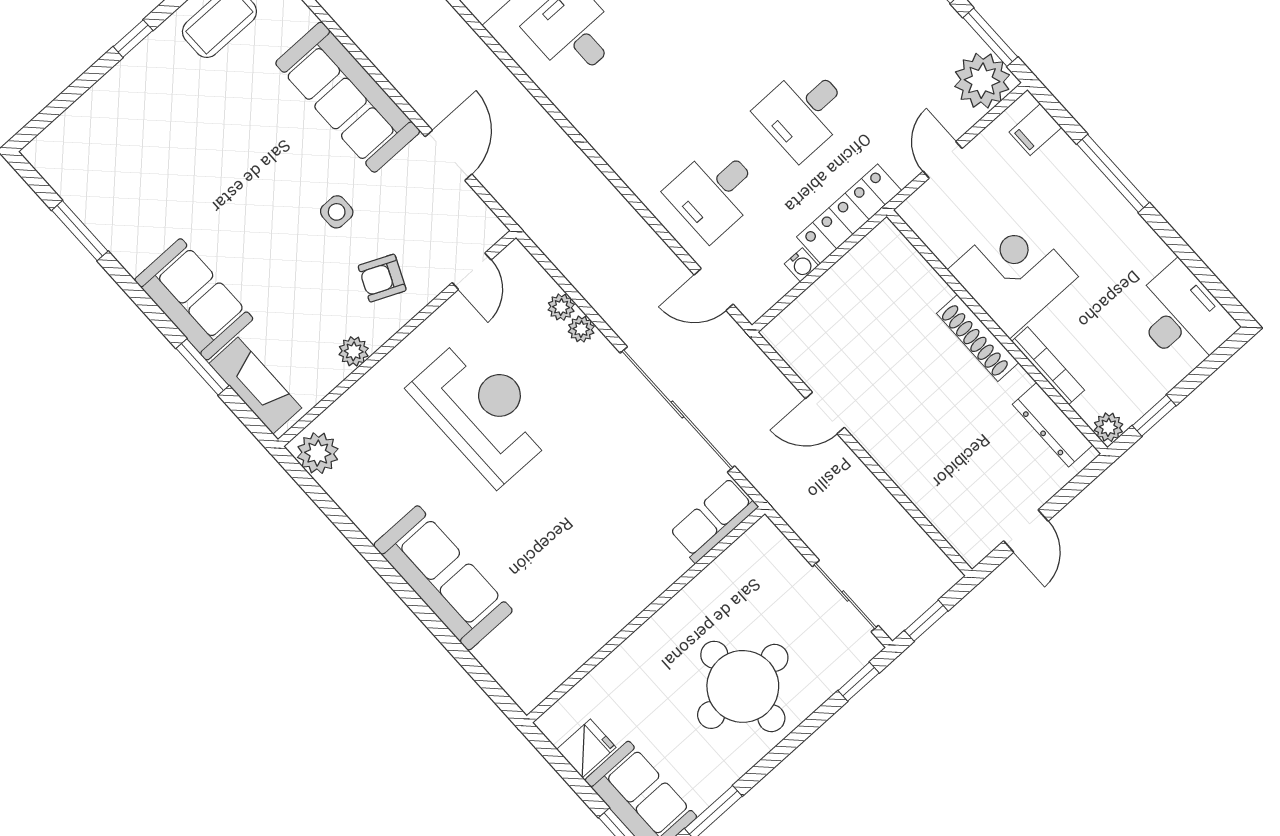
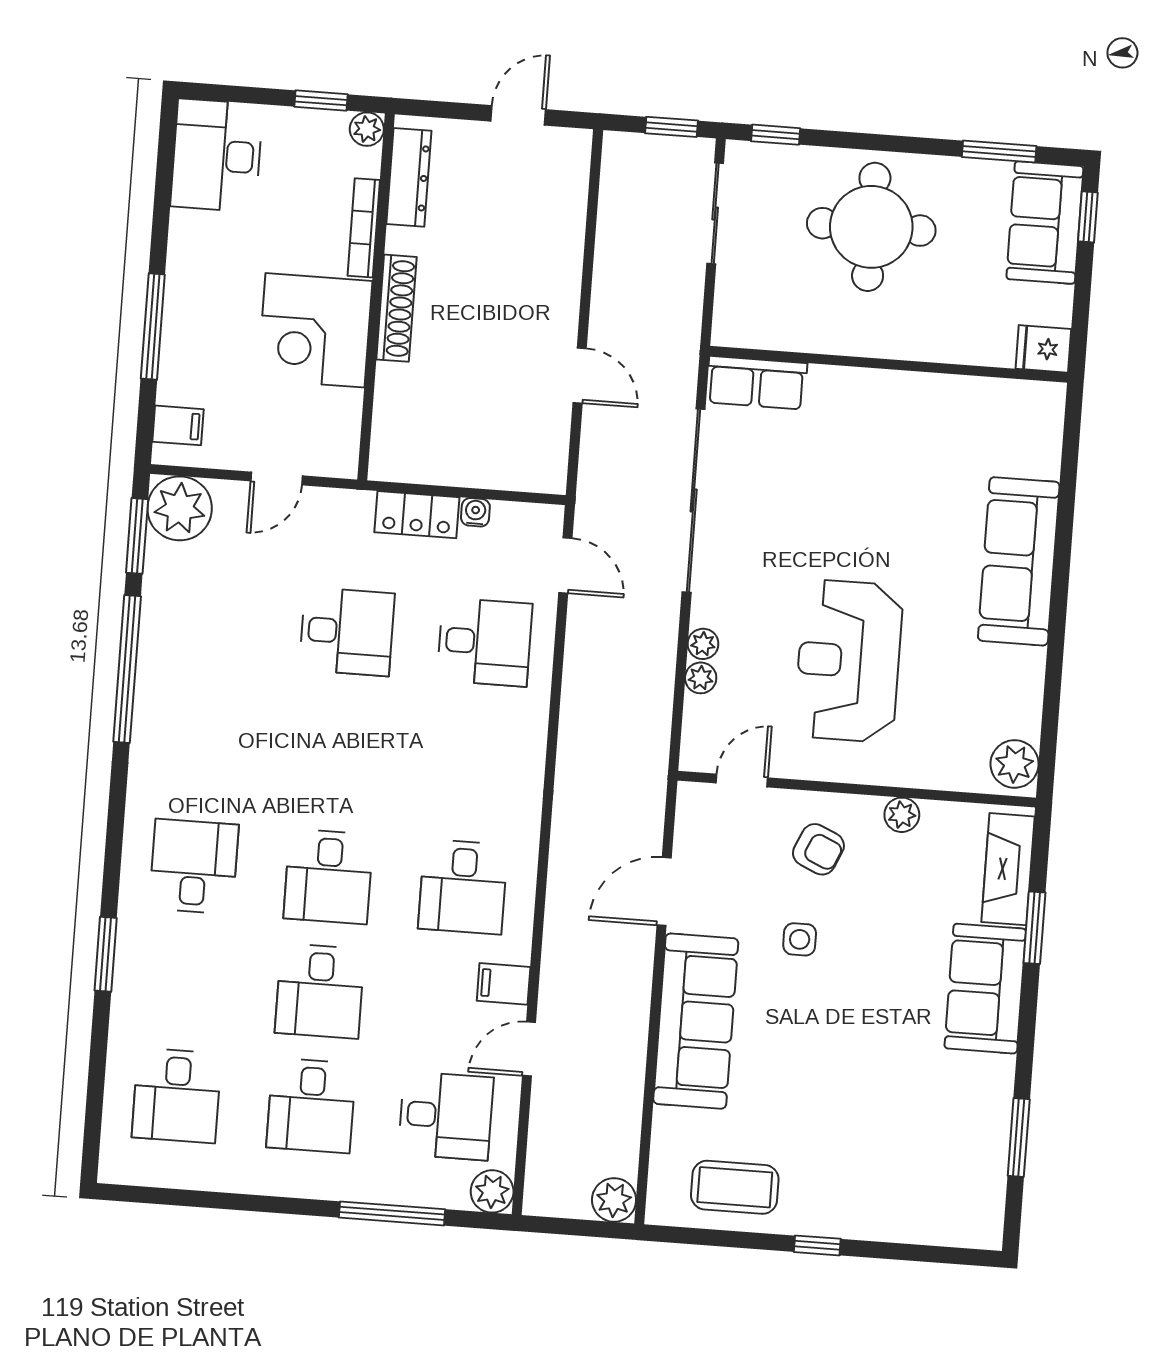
locker: (849, 214) -> (417, 515), width x0.66
fridge: (586, 748) -> (1043, 349), moved

